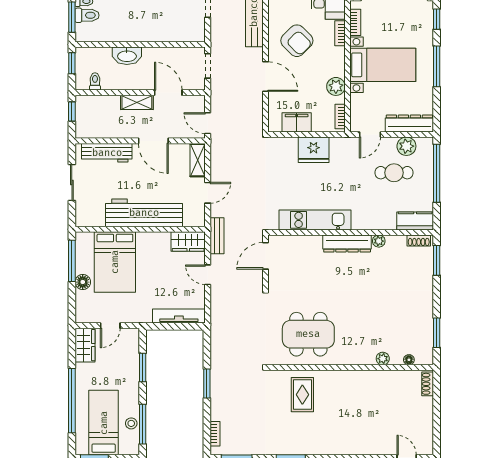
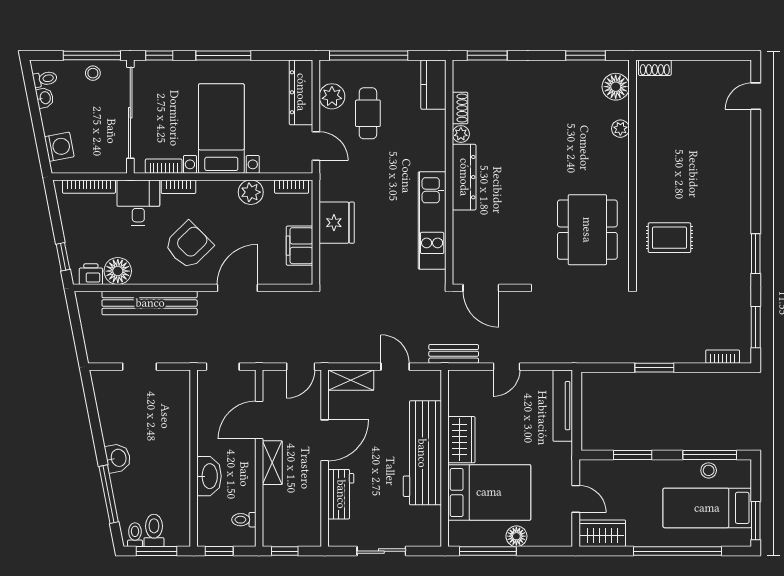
workbench: (107, 153) -> (341, 494), width x0.73
shoe rack: (419, 240) -> (460, 108), moved
wardrobe: (188, 242) -> (461, 440), moved
floor lamp: (409, 360) -> (616, 87), width x1.89, depth x1.89

